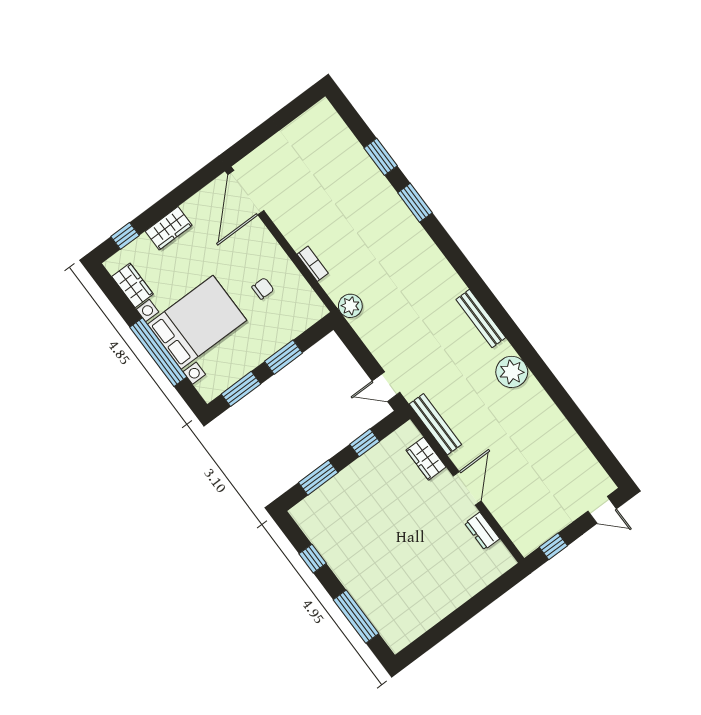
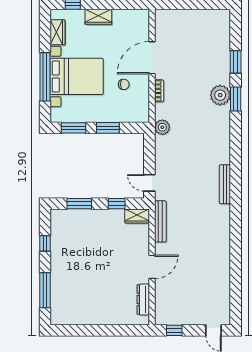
door: (246, 193) -> (152, 58), moved
plant: (512, 372) -> (220, 95), moved
wardrobe: (426, 459) -> (137, 216), moved, turned -90
dresser: (482, 531) -> (143, 299), width x1.44

